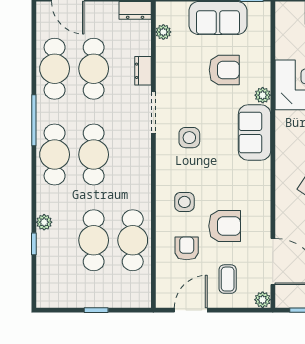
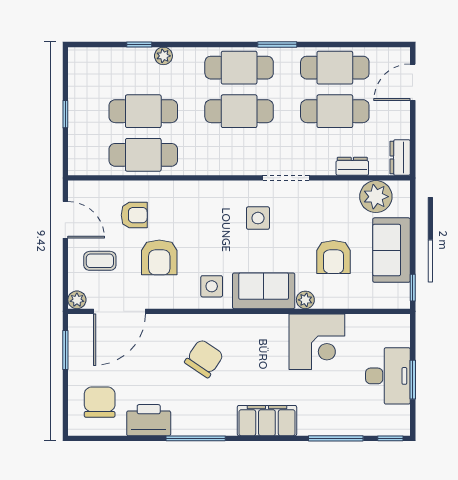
plant: (163, 32) -> (376, 197), width x1.87, depth x1.87
dresser: (143, 71) -> (352, 166), moved
window: (34, 120) -> (277, 44), width x0.69
side table: (184, 202) -> (212, 286), moved

